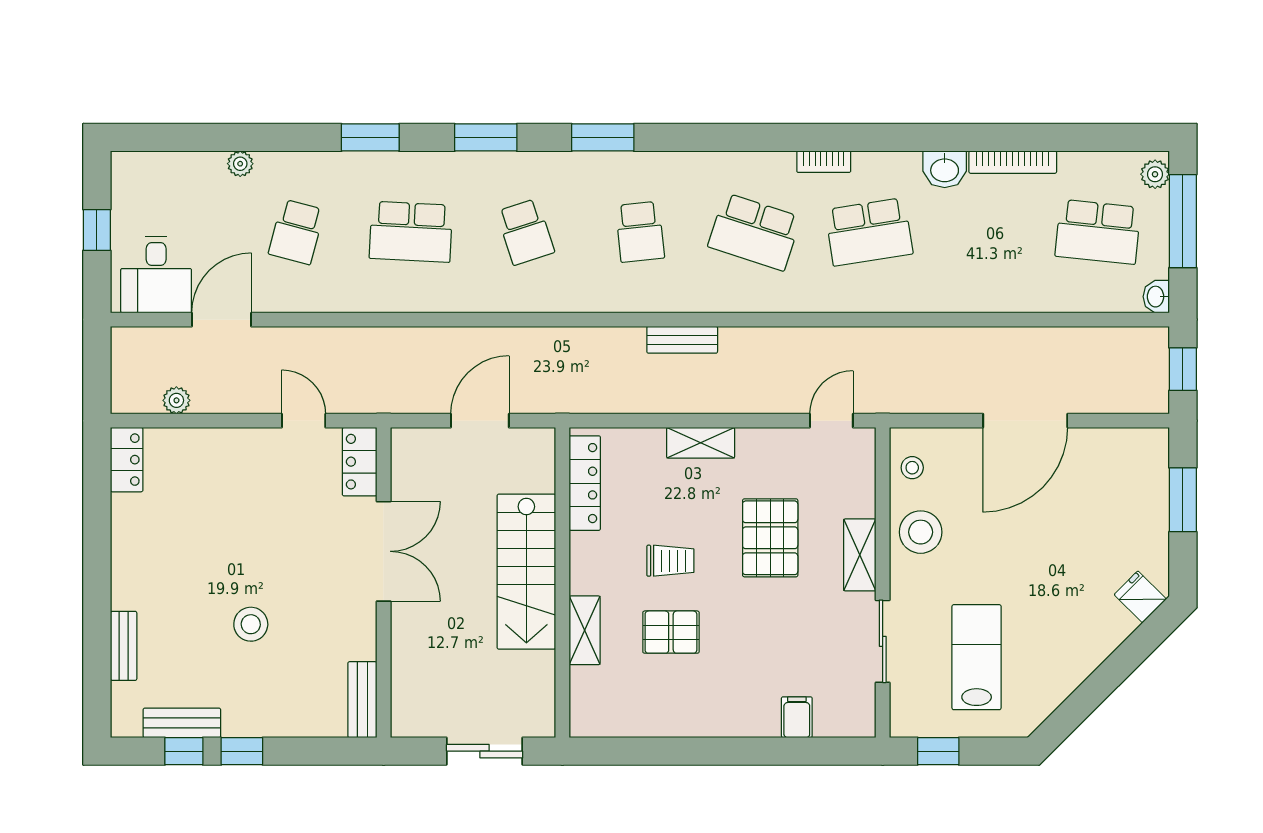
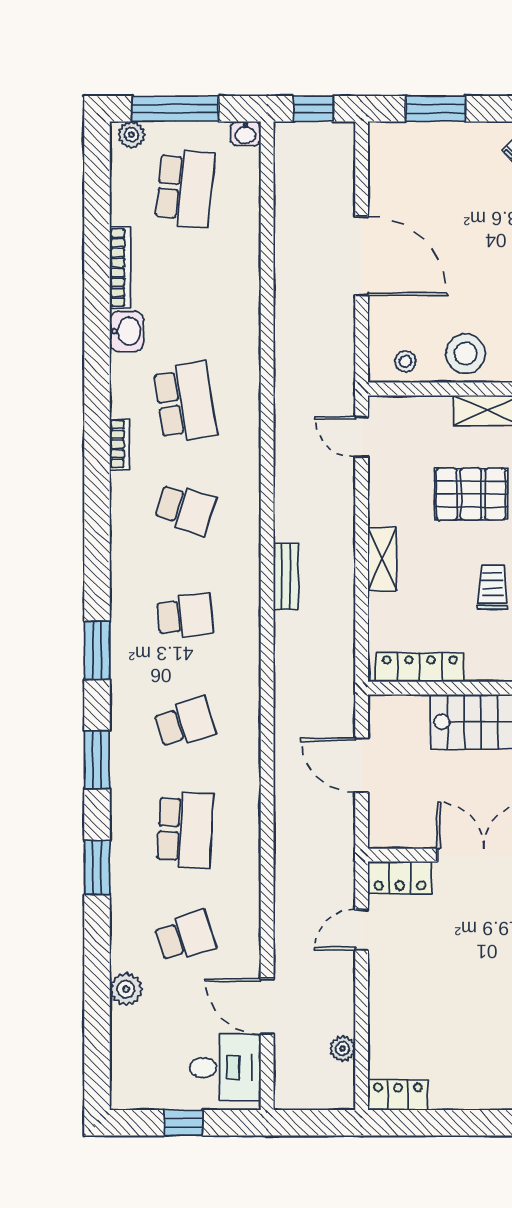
plant: (240, 164) -> (126, 989), width x1.38, depth x1.38
school desk: (296, 232) -> (185, 937), turned -33
school desk: (754, 232) -> (185, 509), width x0.54

